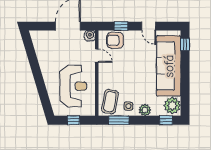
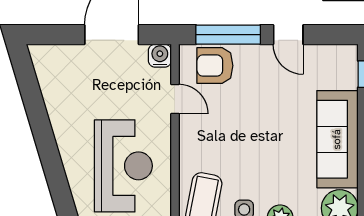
window: (121, 26) -> (228, 35), width x2.17
sofa: (169, 66) -> (337, 139), width x0.74, depth x0.79

